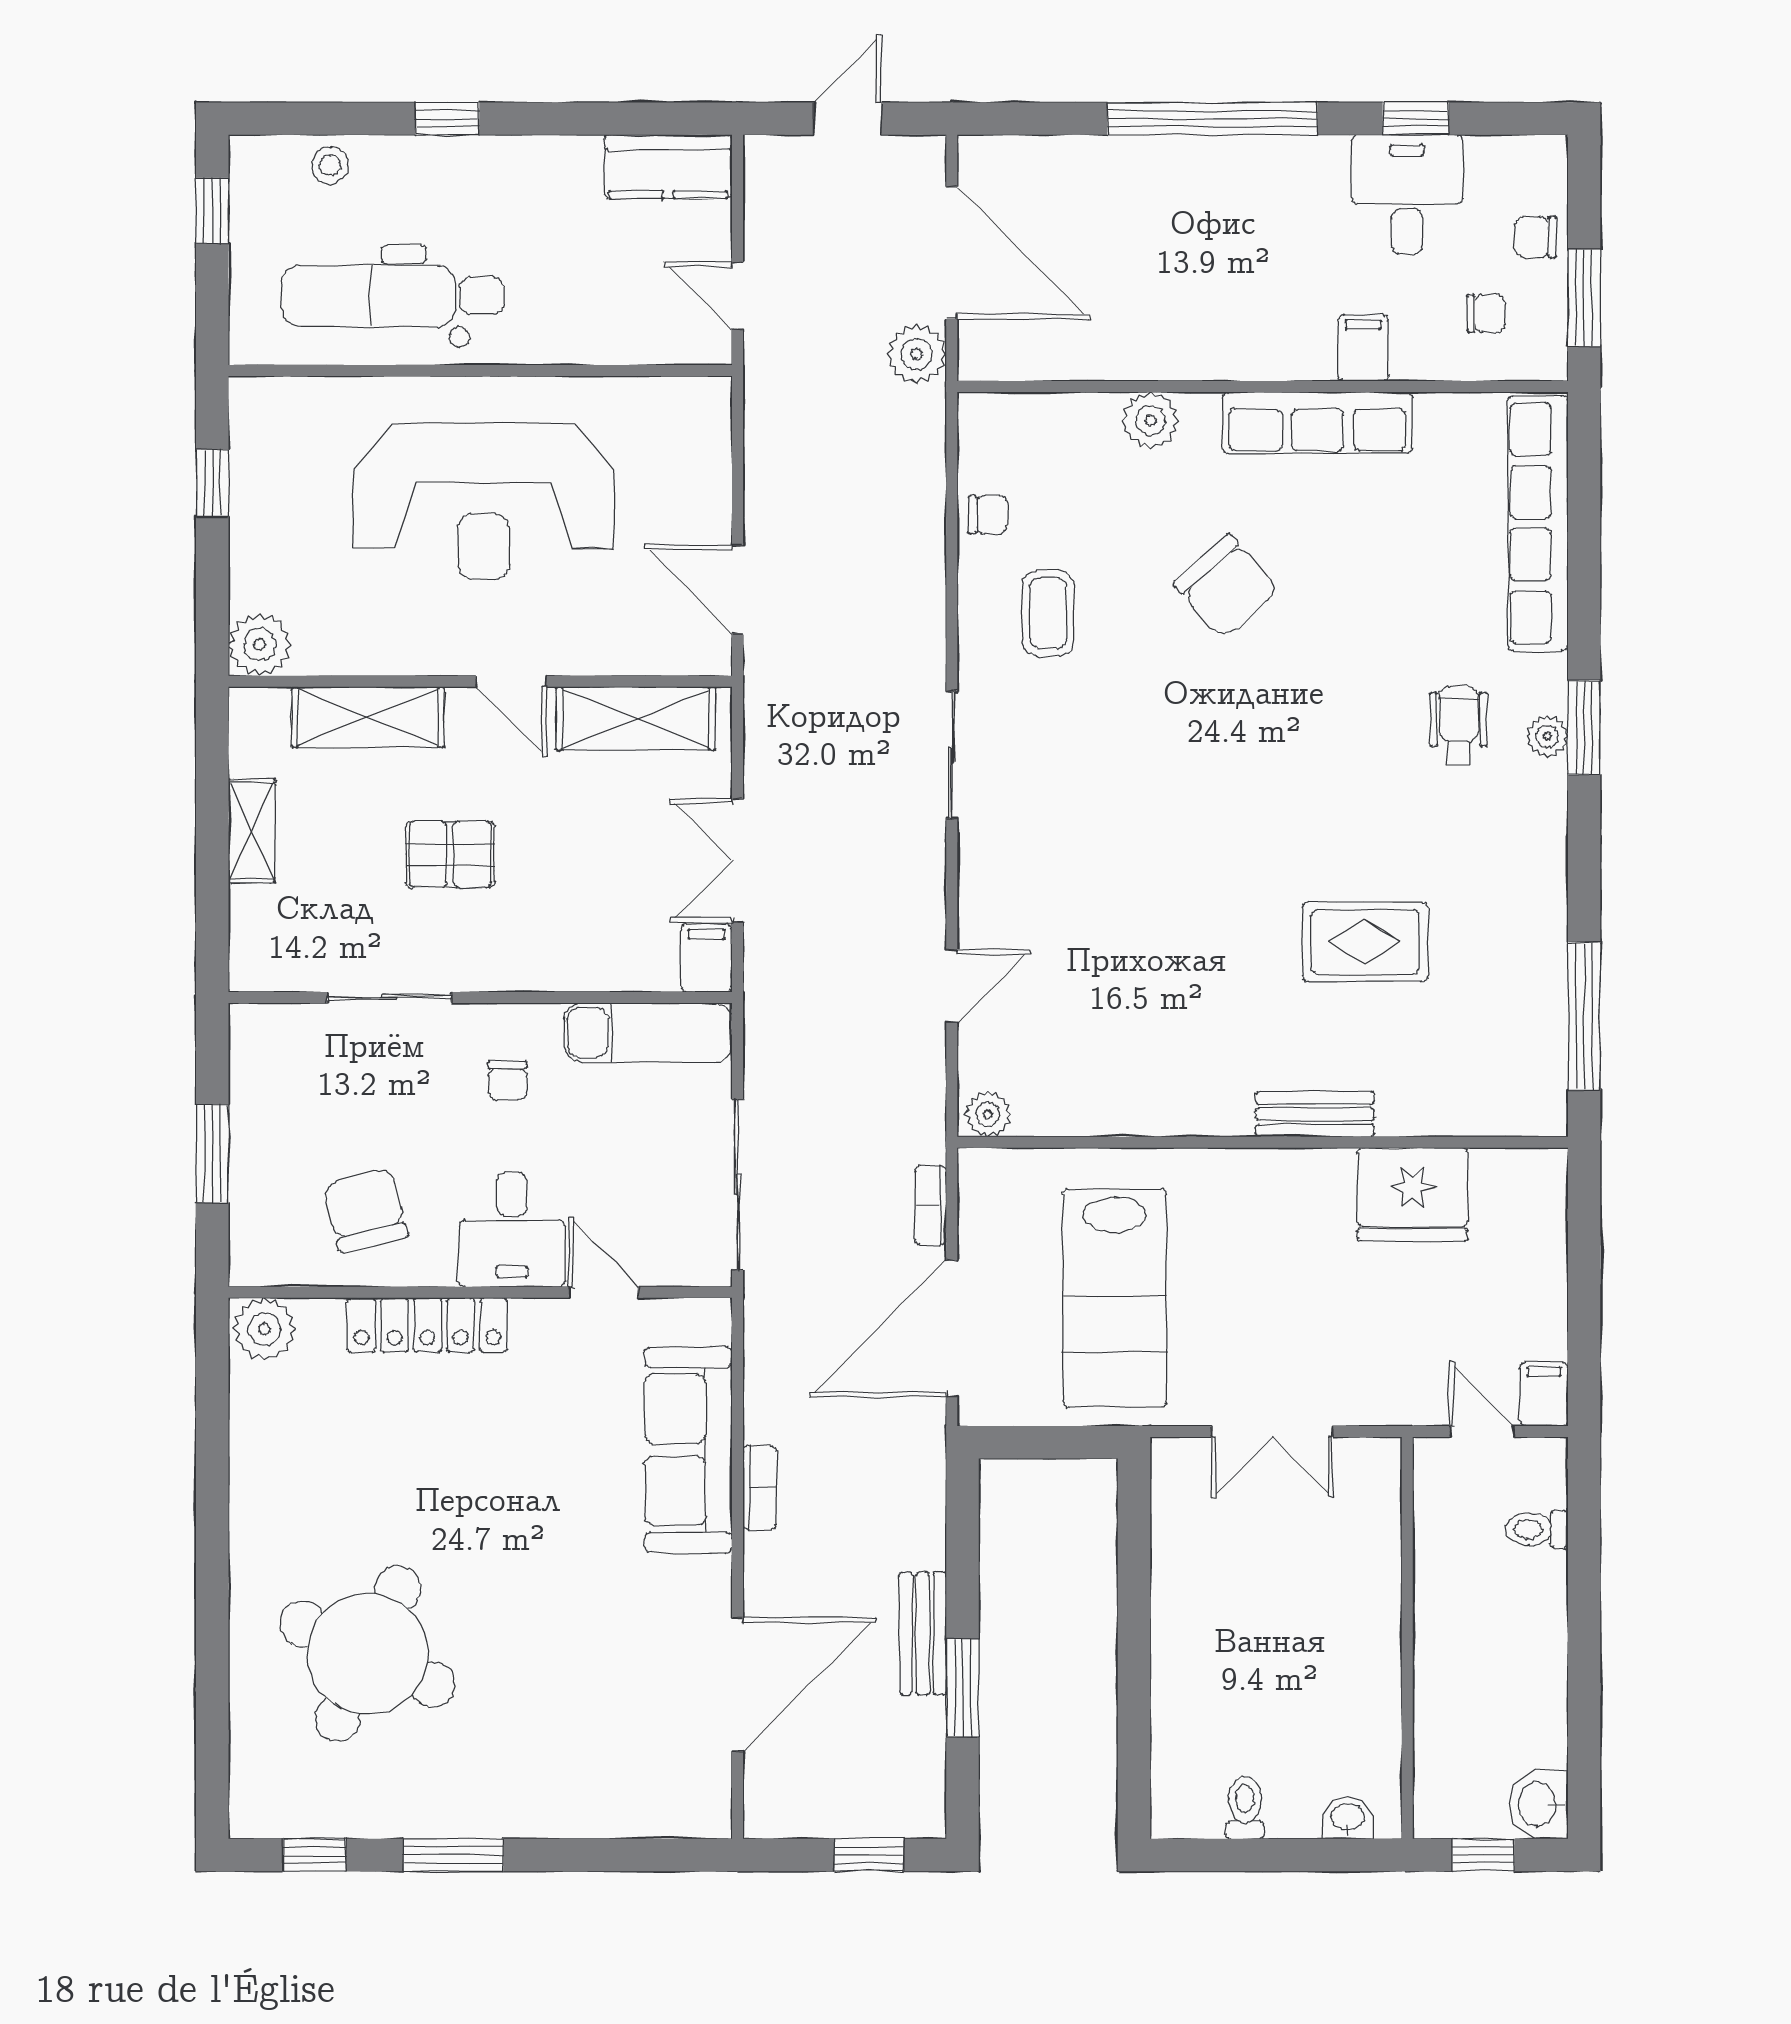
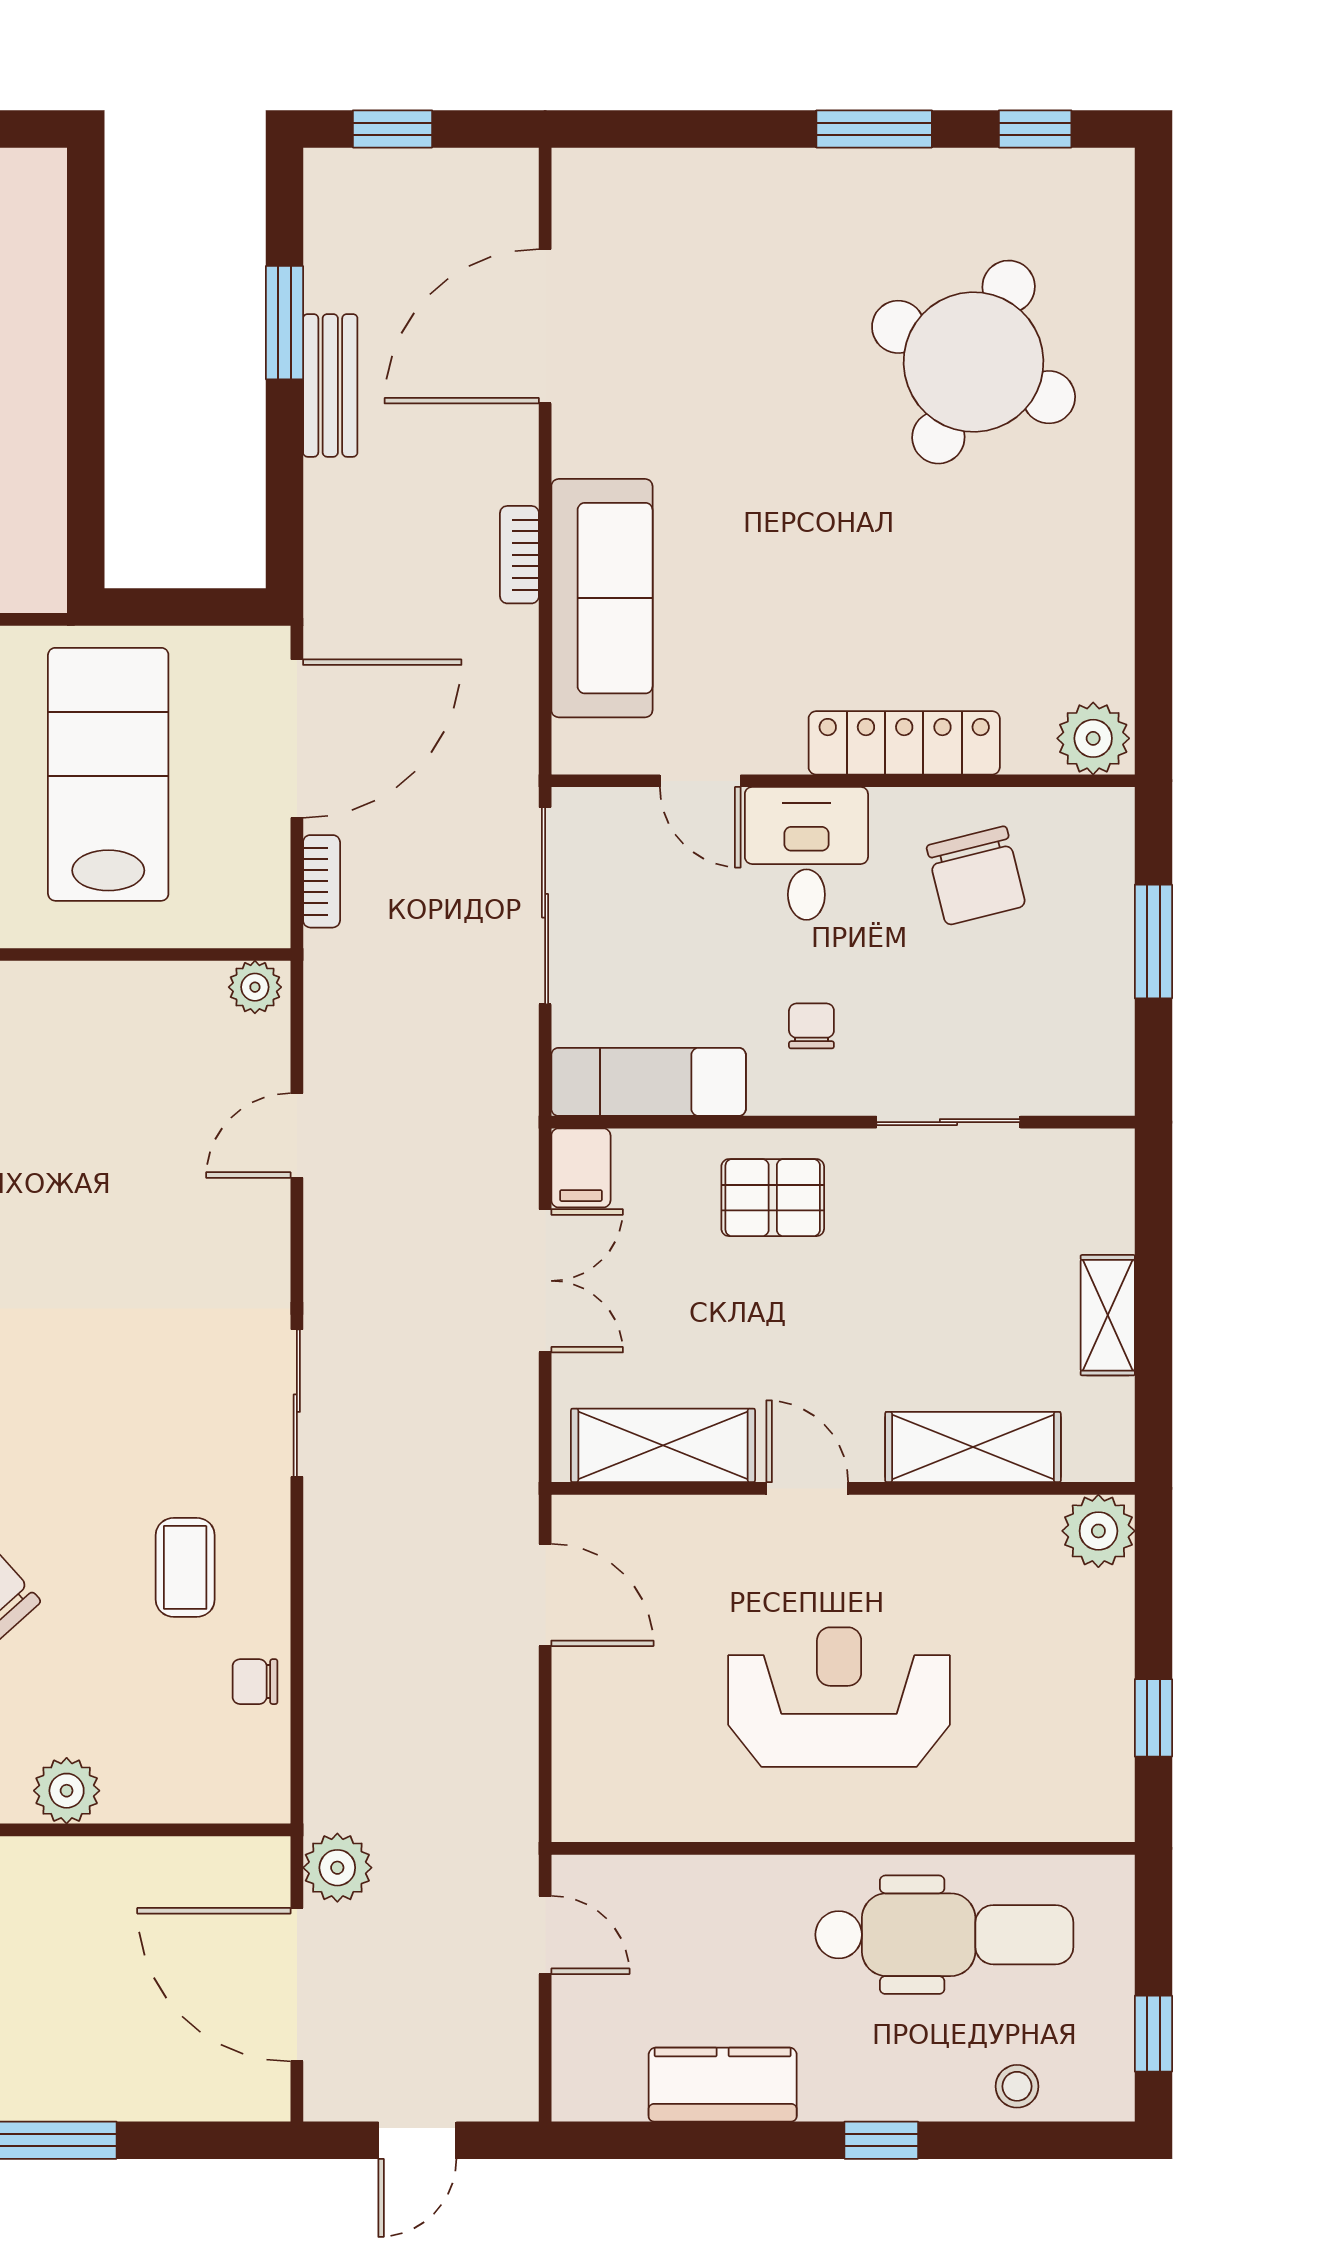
kitchen counter: (668, 167) -> (723, 2085), moved
reception desk: (484, 501) -> (839, 1697), width x0.74, depth x0.77
pallet: (450, 854) -> (773, 1198), moved

